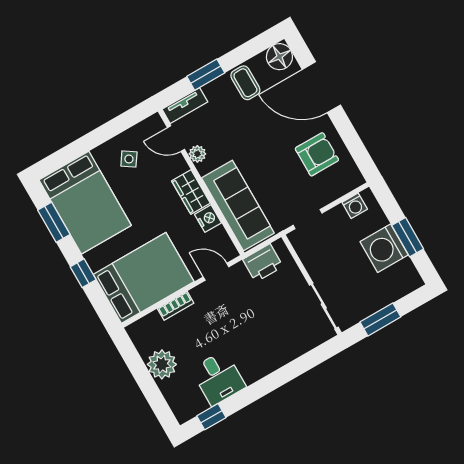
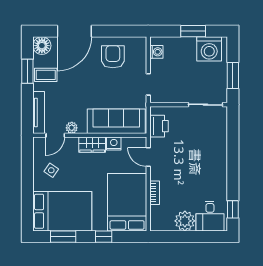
window: (206, 75) -> (27, 71), moved
tv unit: (185, 106) -> (39, 113), width x1.41
washing machine: (384, 248) -> (209, 49), moved
door: (216, 272) -> (148, 157), hinge flipped
desk: (218, 378) -> (210, 216), moved, turned 90

